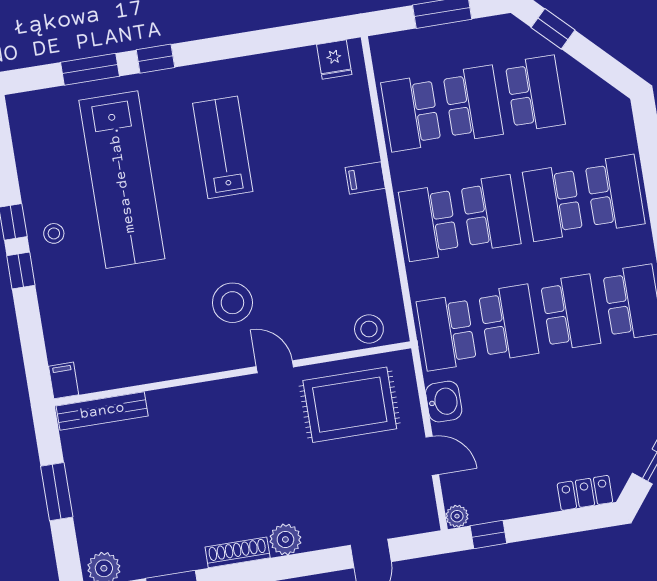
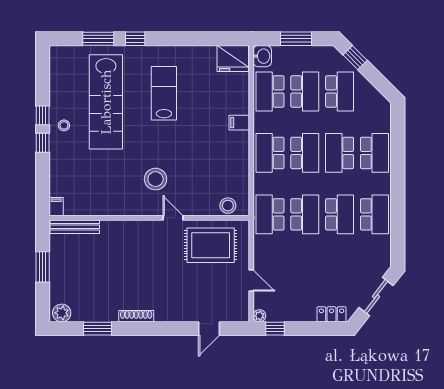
fridge: (334, 60) -> (233, 58), width x1.88, depth x1.34
washbasin: (444, 402) -> (262, 56), moved
plant: (285, 539) -> (164, 313), removed

